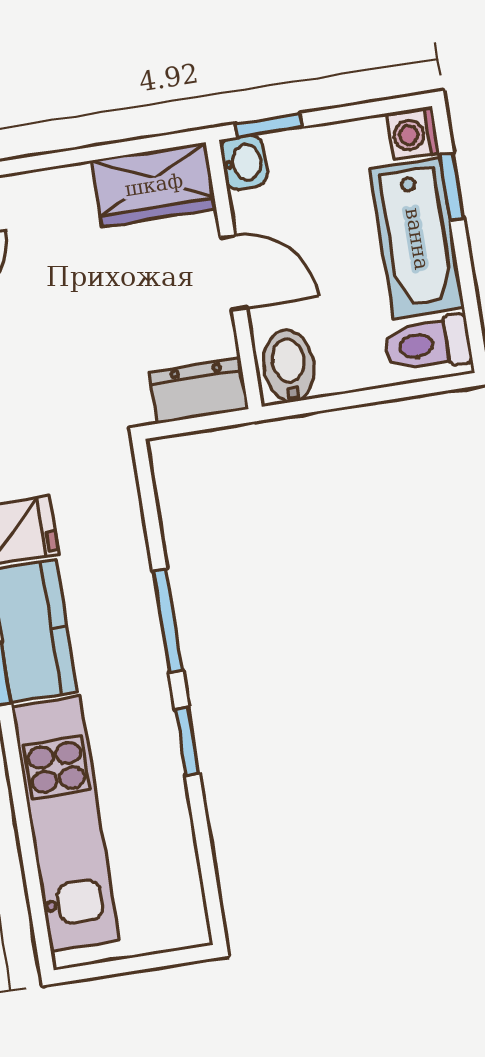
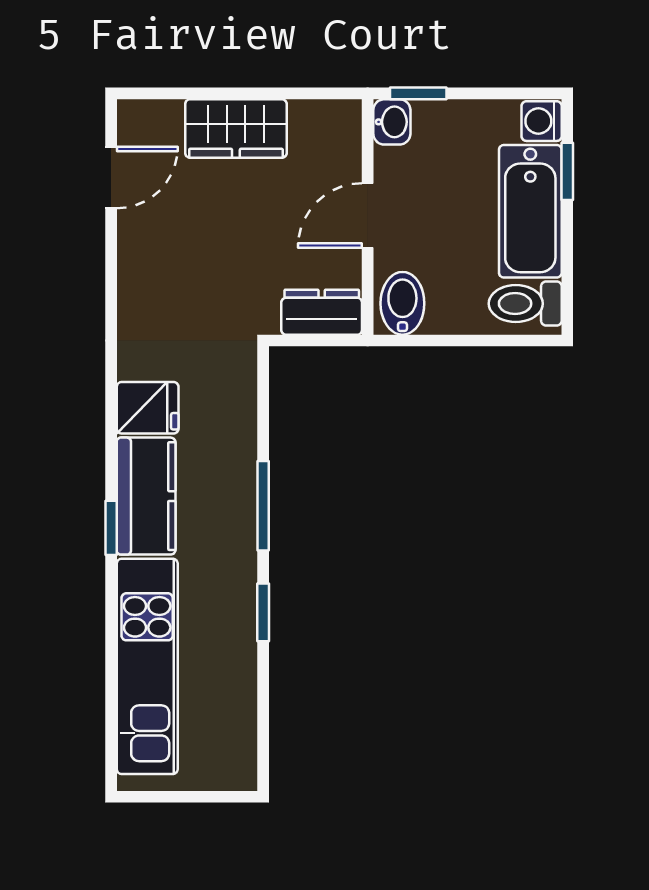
wardrobe: (154, 185) -> (236, 129), moved
door: (234, 273) -> (368, 215), swing flipped

